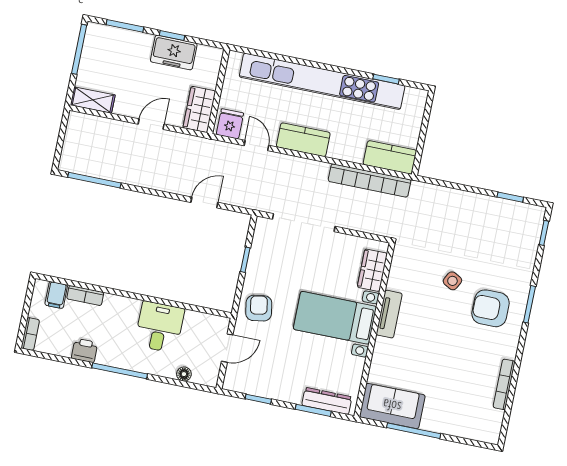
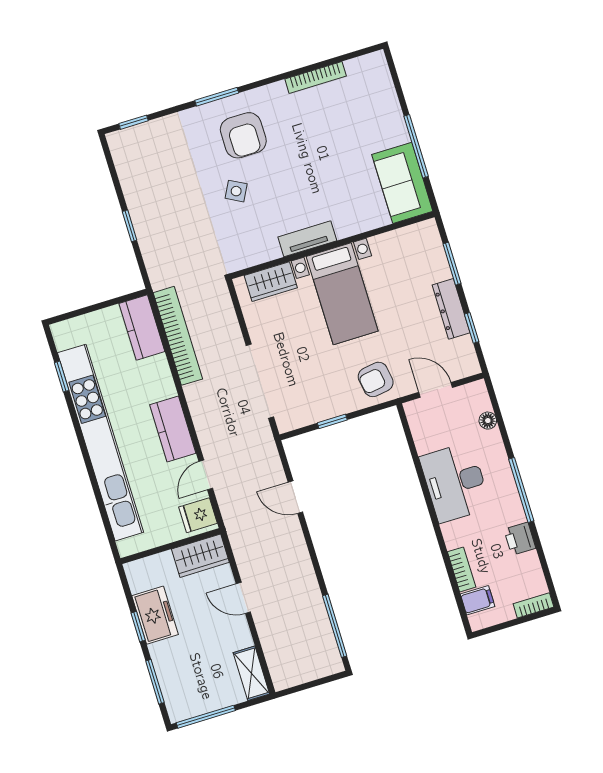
window: (510, 197) -> (130, 226), moved
desk: (159, 327) -> (455, 482), width x1.37
dresser: (327, 401) -> (451, 309), moved

